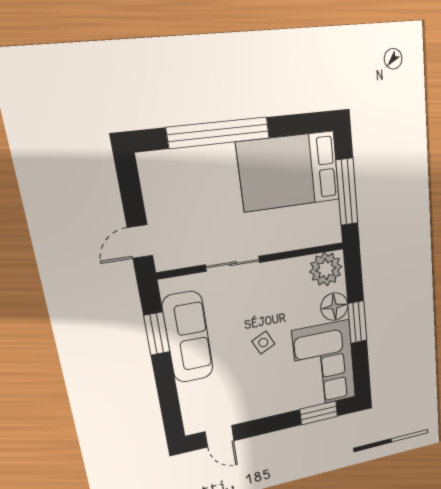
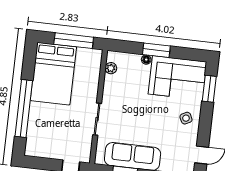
plant: (326, 269) -> (111, 68), width x0.53, depth x0.53
floor lamp: (334, 307) -> (146, 60), width x0.53, depth x0.53
side table: (263, 343) -> (186, 118), moved

